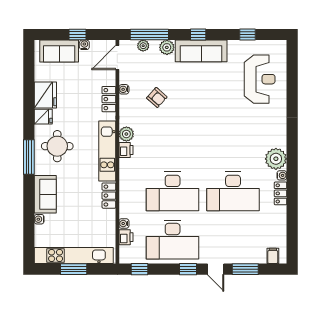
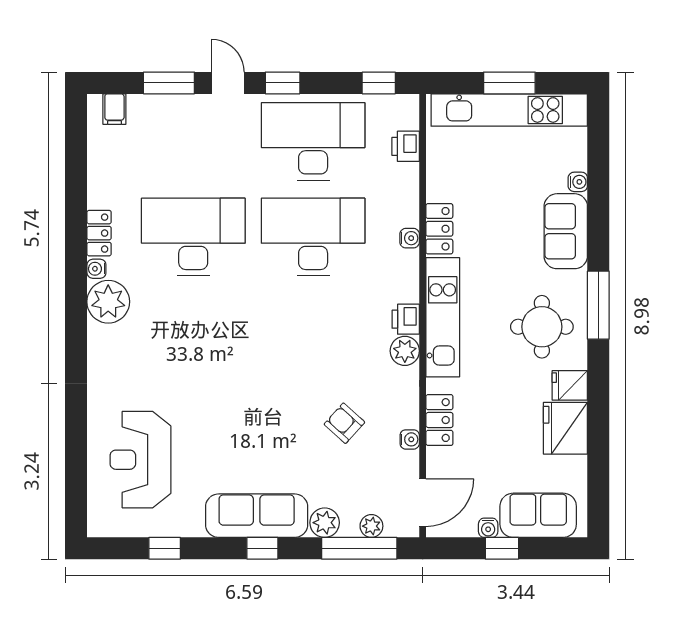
water cooler: (124, 224) -> (410, 238), moved

